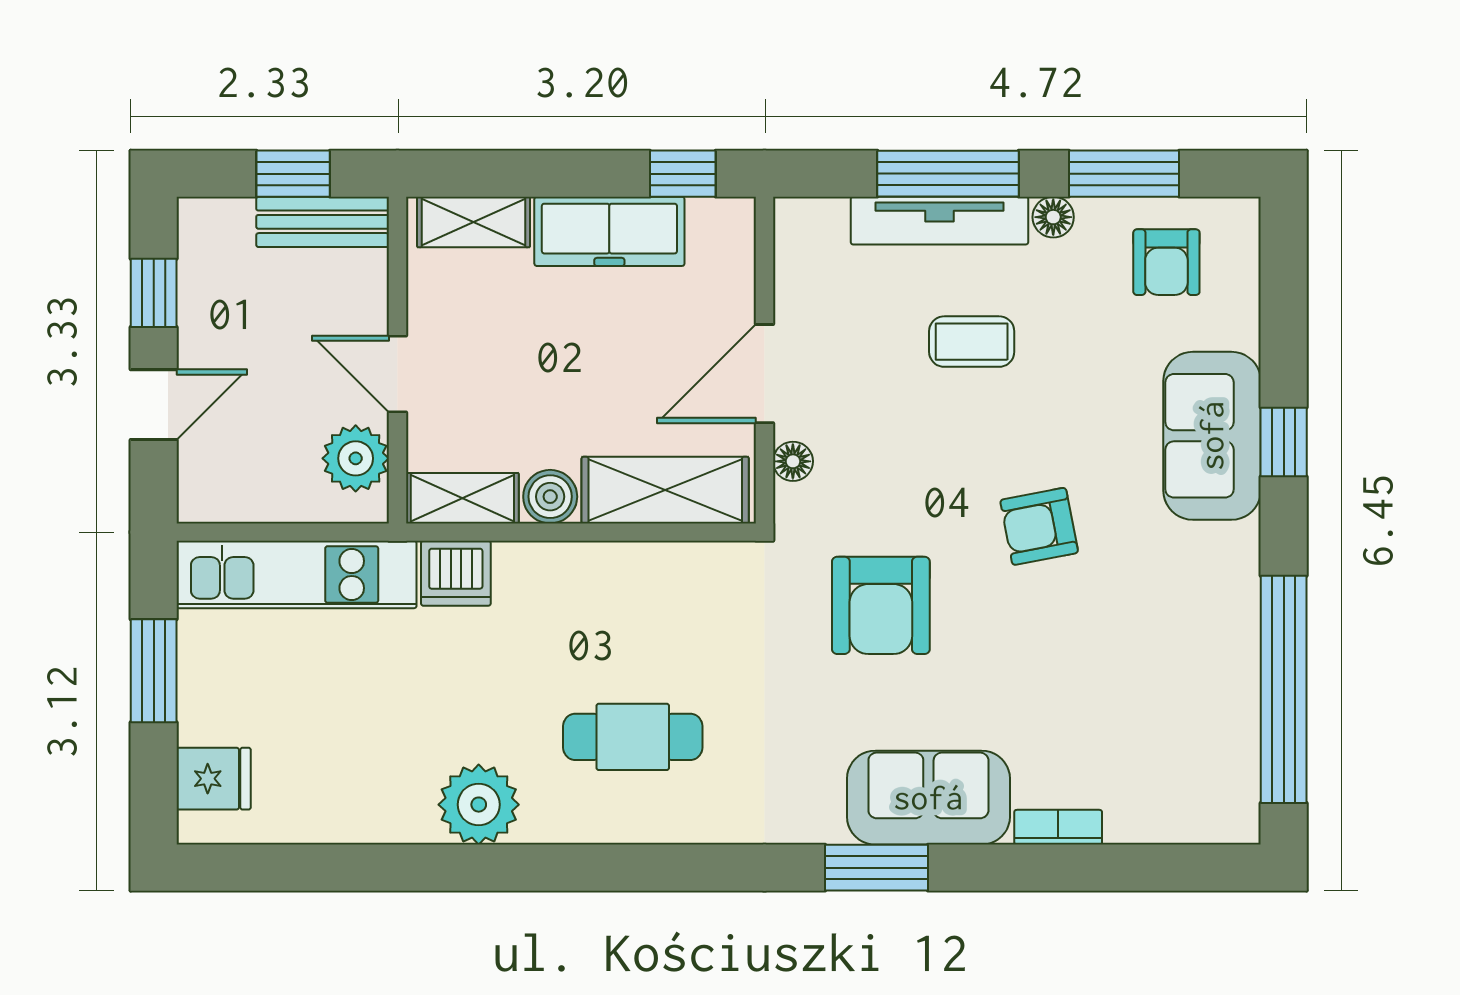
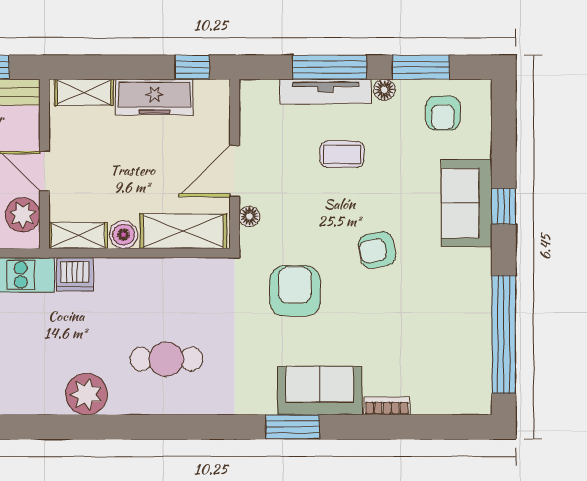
armchair: (881, 605) -> (295, 291), turned 180

